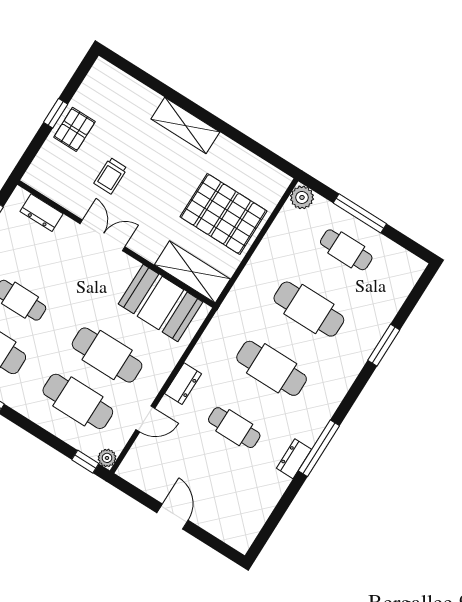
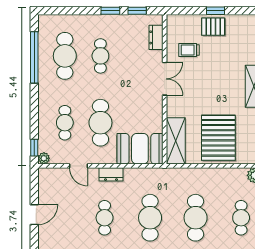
trolley: (111, 176) -> (189, 50), moved
booth: (160, 303) -> (140, 149), moved, turned 90
cafe table: (78, 401) -> (65, 123), width x0.73, depth x0.74

